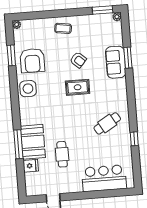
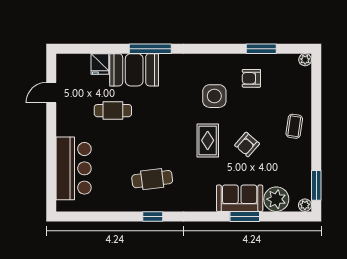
plant: (114, 37) -> (276, 199), added
armchair: (32, 61) -> (251, 78), width x0.53, depth x0.53
side table: (28, 89) -> (214, 96), moved
cafe table: (107, 123) -> (152, 179), turned -67
window: (134, 139) -> (153, 216), moved
window: (18, 144) -> (150, 49), moved

